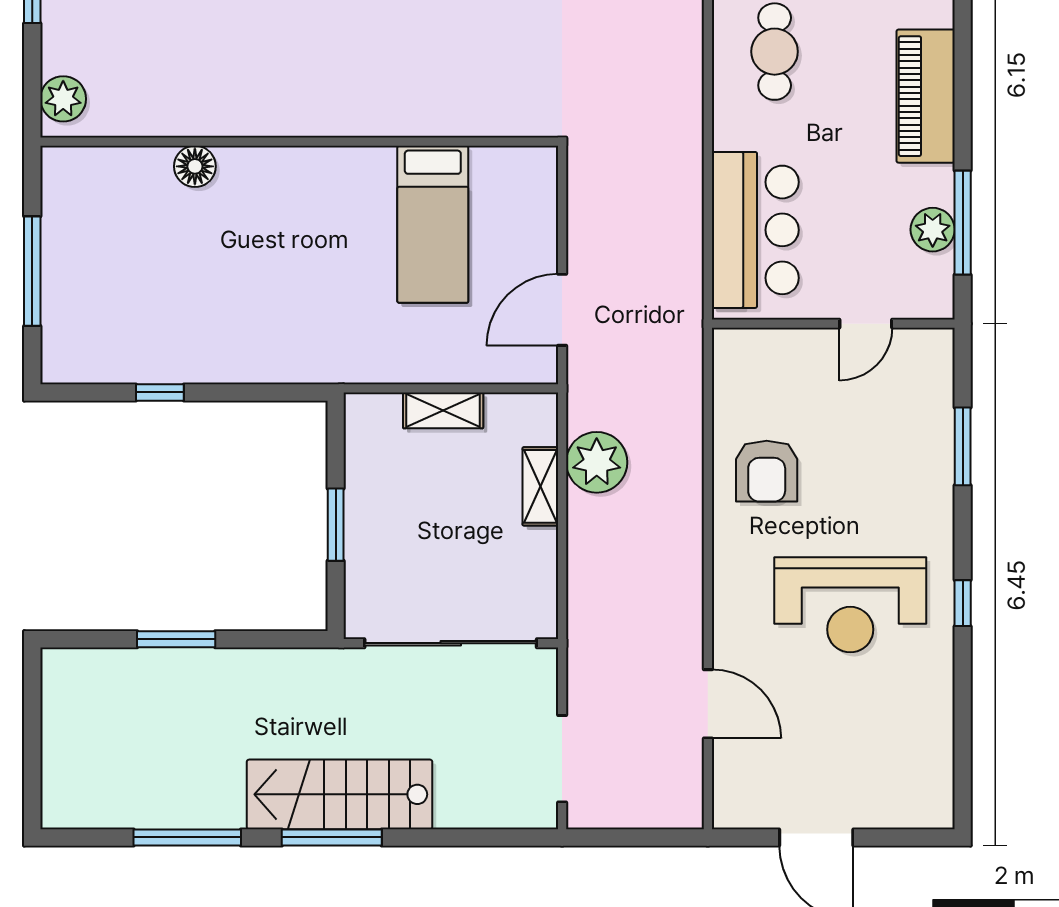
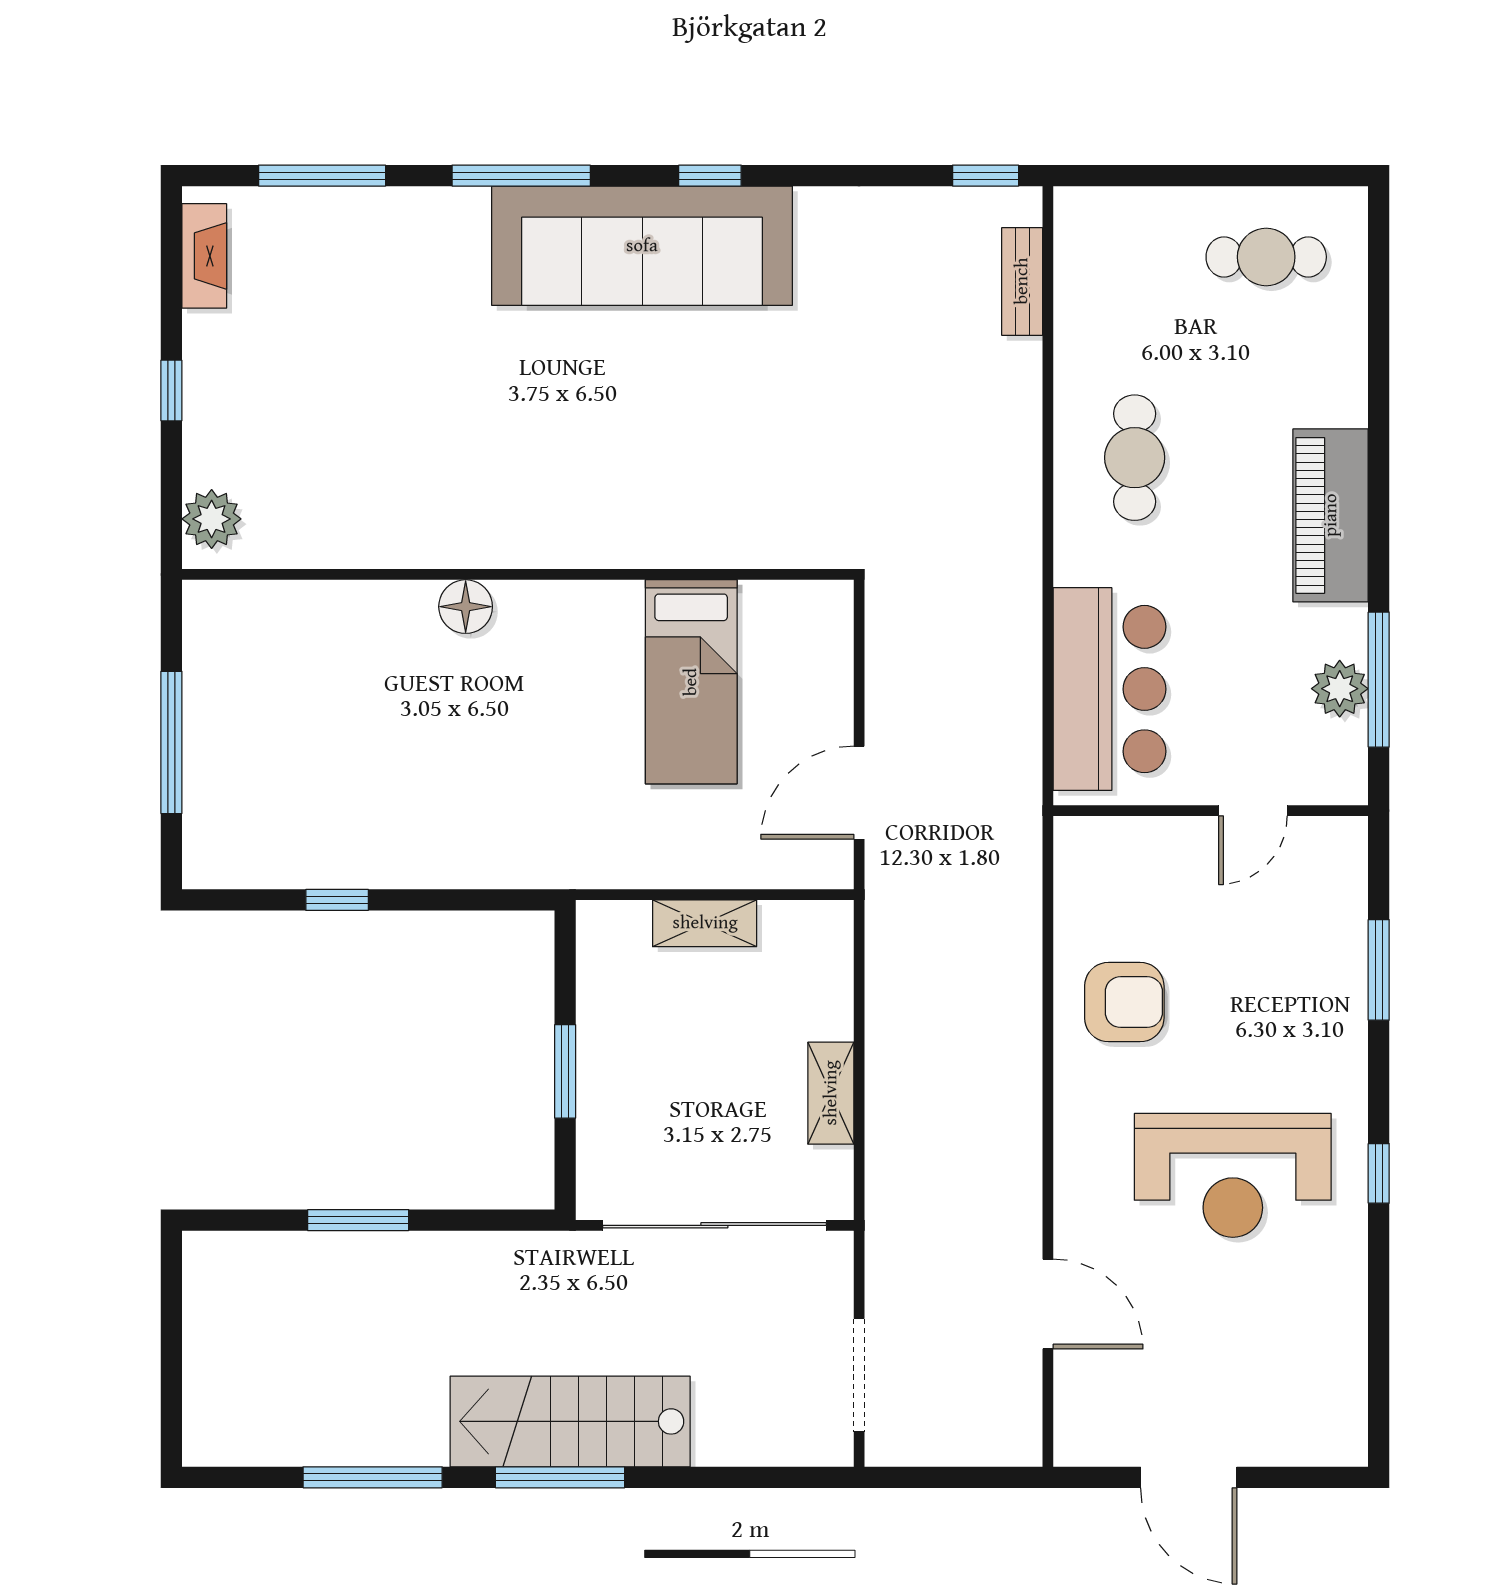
floor lamp: (195, 166) -> (466, 607), moved
plant: (597, 462) -> (904, 991), removed
armchair: (767, 471) -> (1124, 1002), turned -90
shelving: (540, 486) -> (831, 1093), moved

